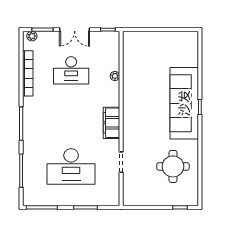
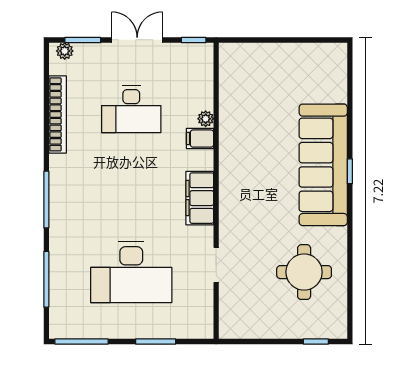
double door: (75, 30) -> (137, 40), swing flipped
filing cabinet: (112, 88) -> (200, 139), added

